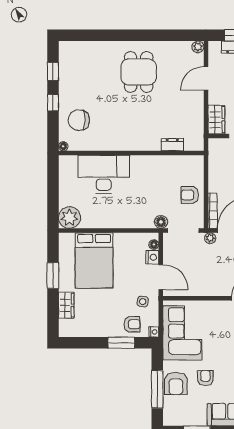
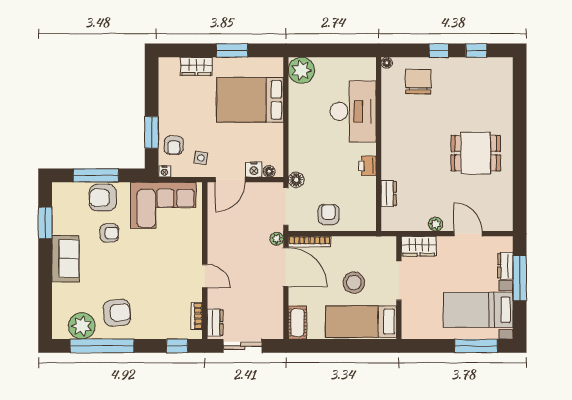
plant: (198, 47) -> (436, 224), moved
printer: (149, 162) -> (367, 166), added

